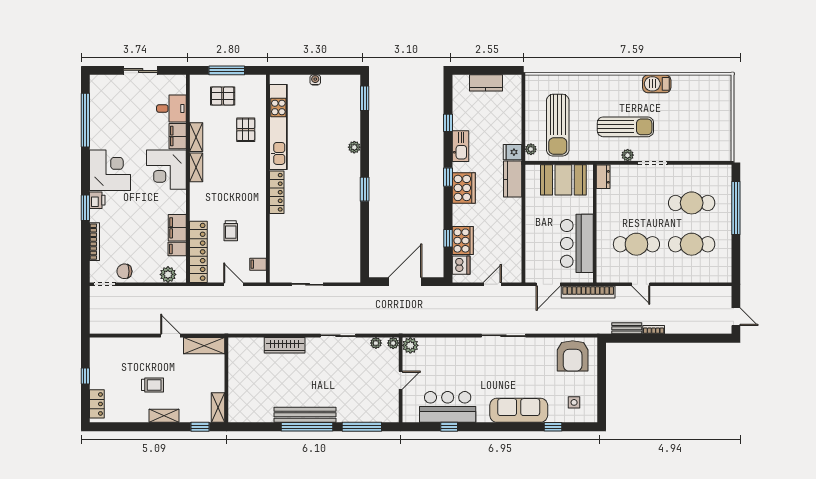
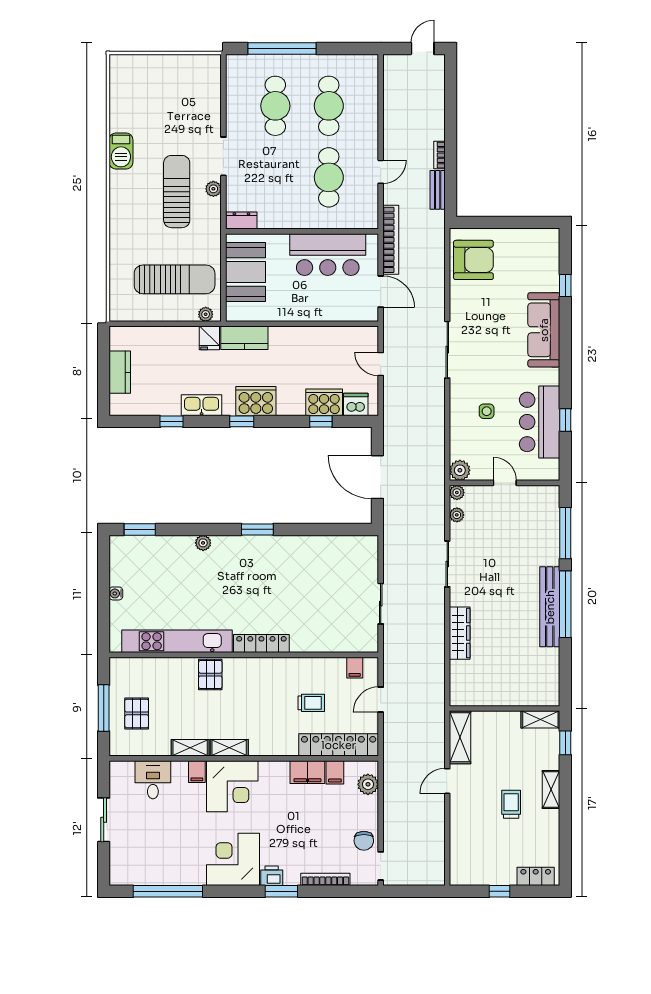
pallet: (246, 130) -> (210, 675), moved, turned 90
filing cabinet: (178, 136) -> (197, 772), width x0.50
side table: (574, 402) -> (487, 411), moved

